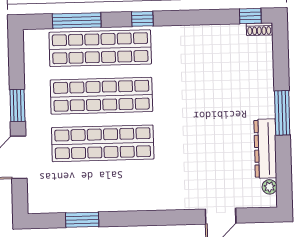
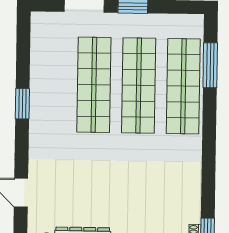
window: (142, 19) -> (209, 127), removed
window: (82, 220) -> (22, 104), moved

